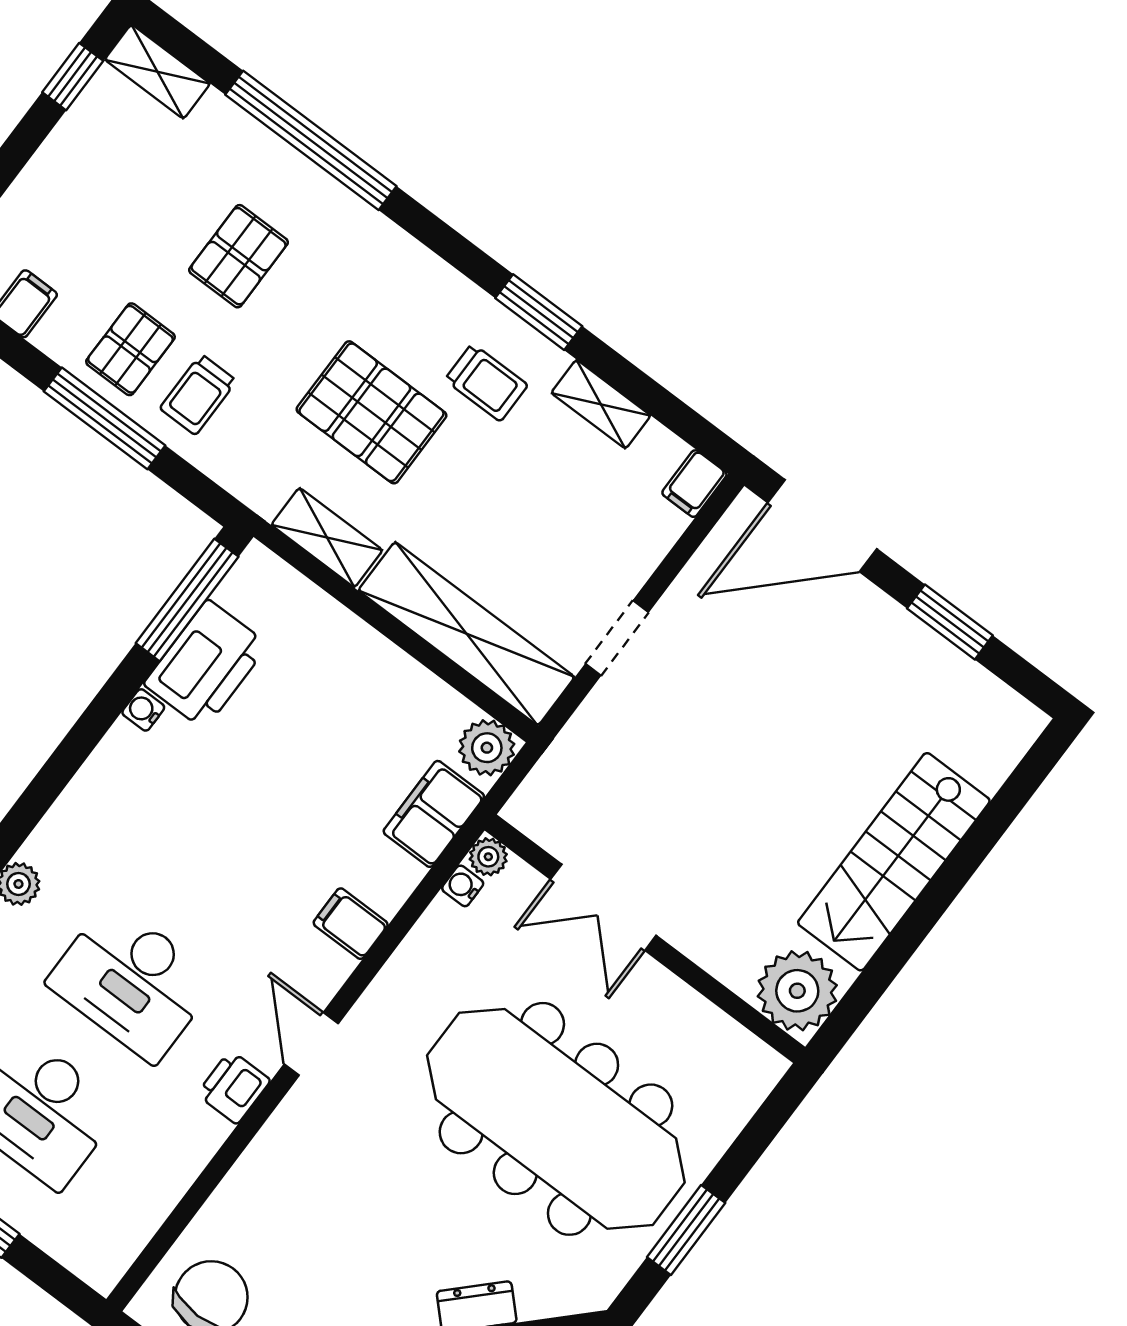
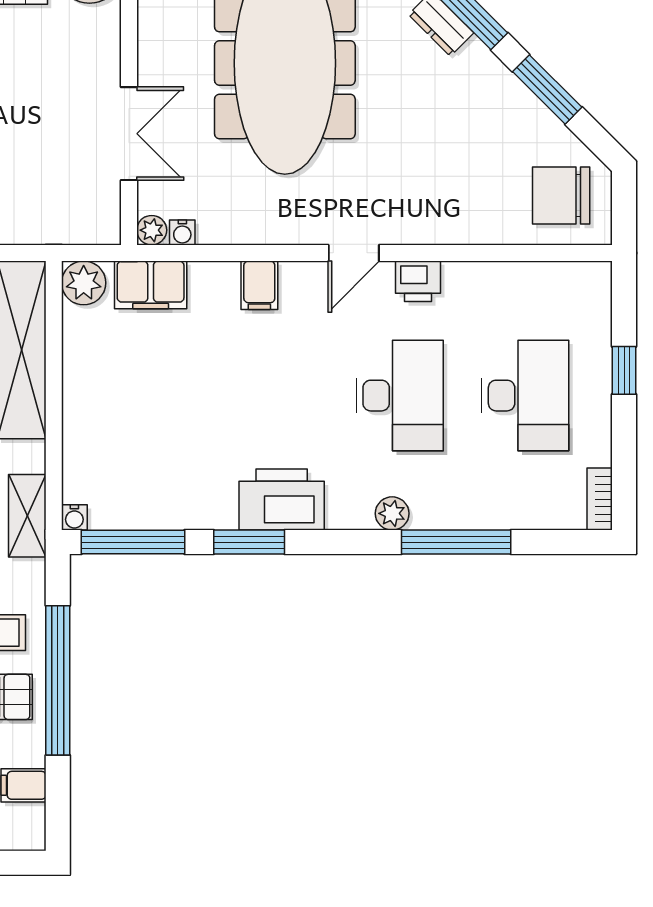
window: (105, 418) -> (58, 680), width x1.46
shelving: (327, 538) -> (27, 516), moved
printer: (206, 664) -> (282, 500), moved
water cooler: (143, 710) -> (74, 517), moved
window: (98, 718) -> (249, 542), added

